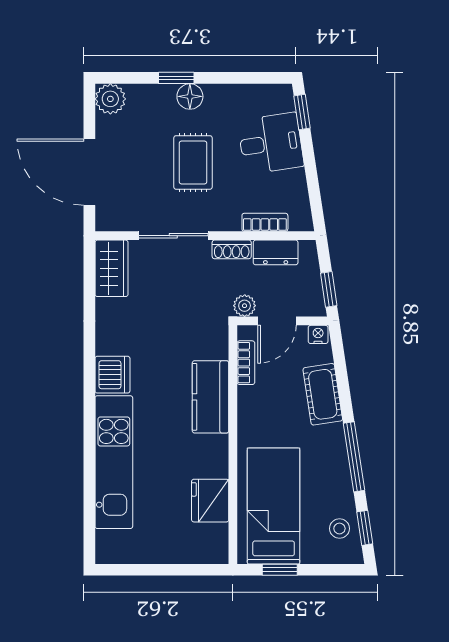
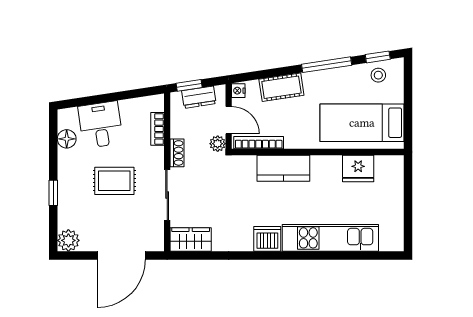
floor lamp: (190, 96) -> (67, 139), moved
window: (302, 112) -> (78, 102), removed
dresser: (276, 252) -> (199, 97), moved, turned 81
window: (329, 289) -> (189, 85), moved
bookcase: (246, 363) -> (259, 143), width x1.56
window: (280, 570) -> (408, 118), removed

